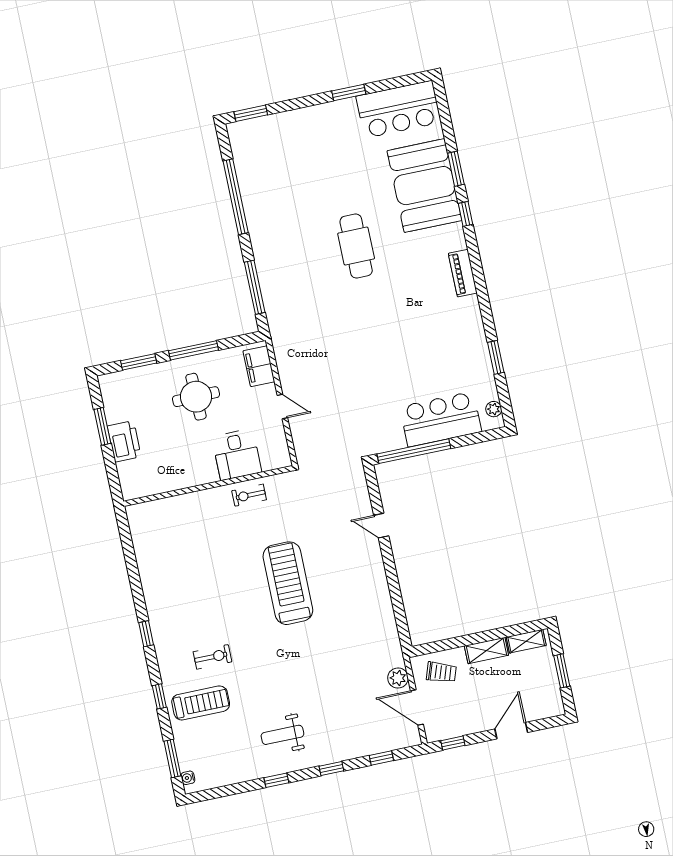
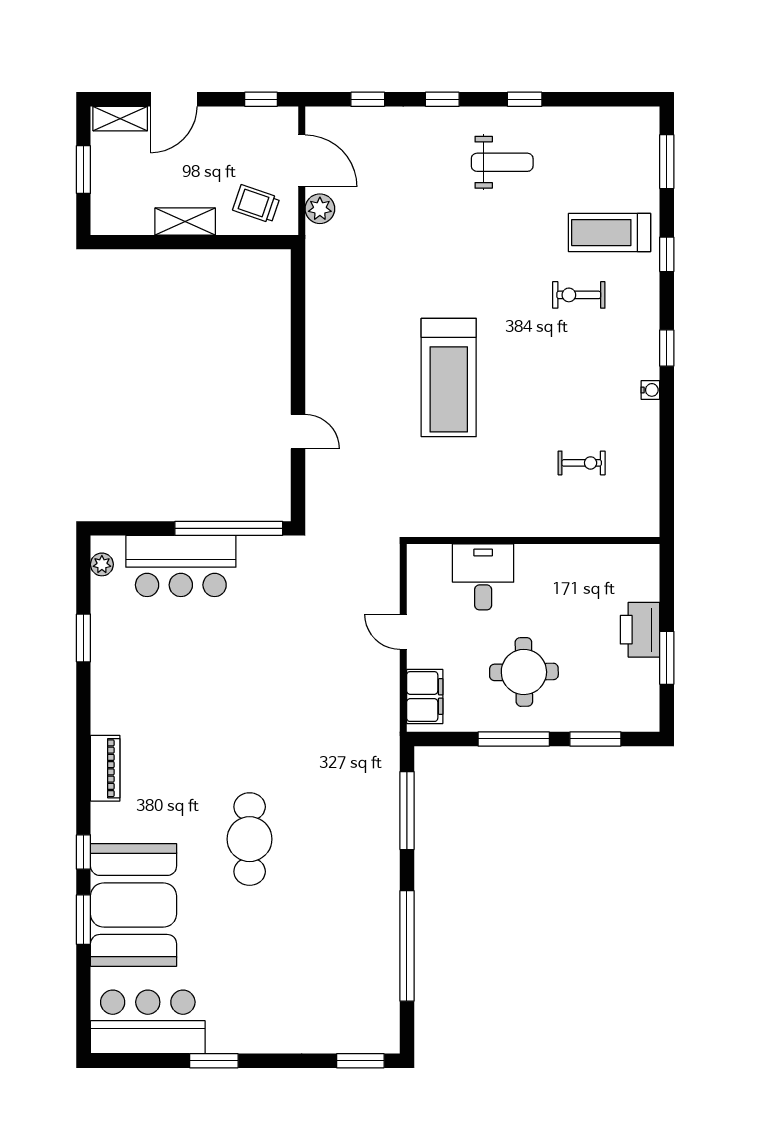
exercise bike: (249, 495) -> (582, 463), moved
shelving: (526, 641) -> (120, 119), moved
water cooler: (188, 778) -> (650, 390), moved

